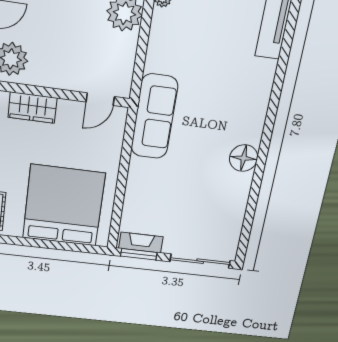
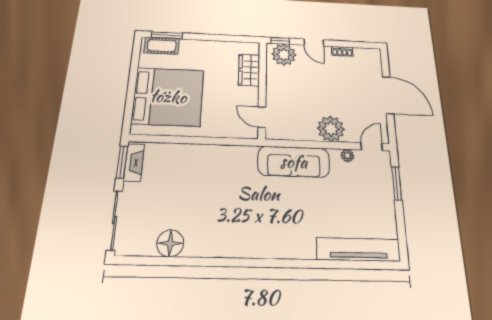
sofa: (154, 117) -> (294, 162), moved
floor lamp: (244, 158) -> (170, 243), moved

